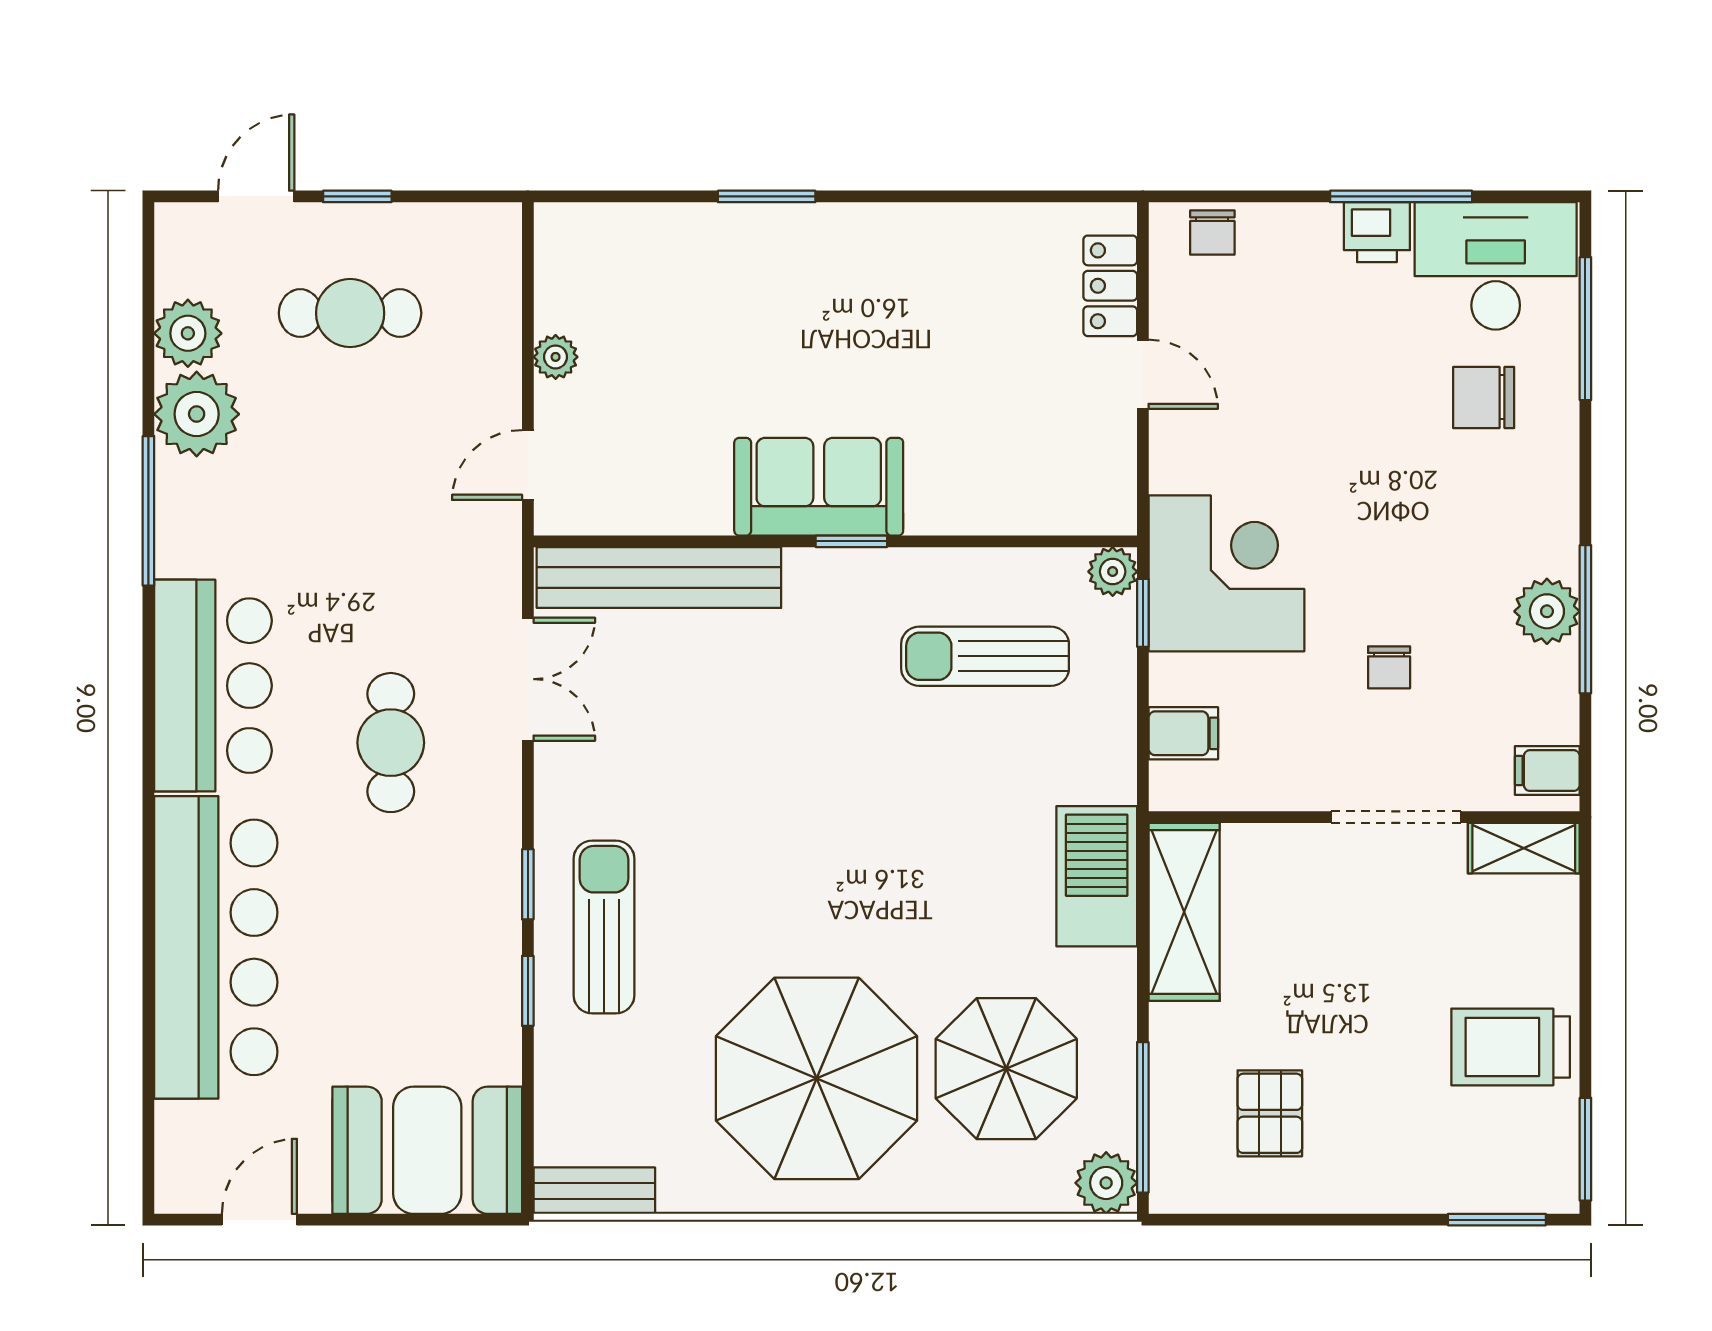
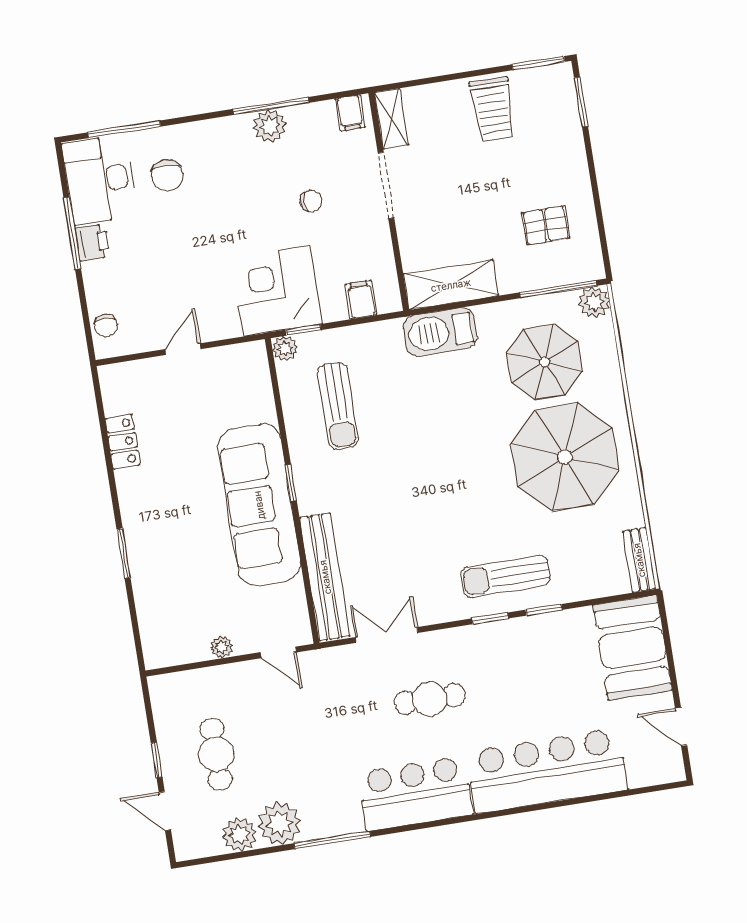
chair: (1212, 232) -> (106, 326), turned 90
locker: (1110, 286) -> (123, 442), moved, turned -90
sofa: (819, 487) -> (259, 505), width x1.85, depth x1.27

